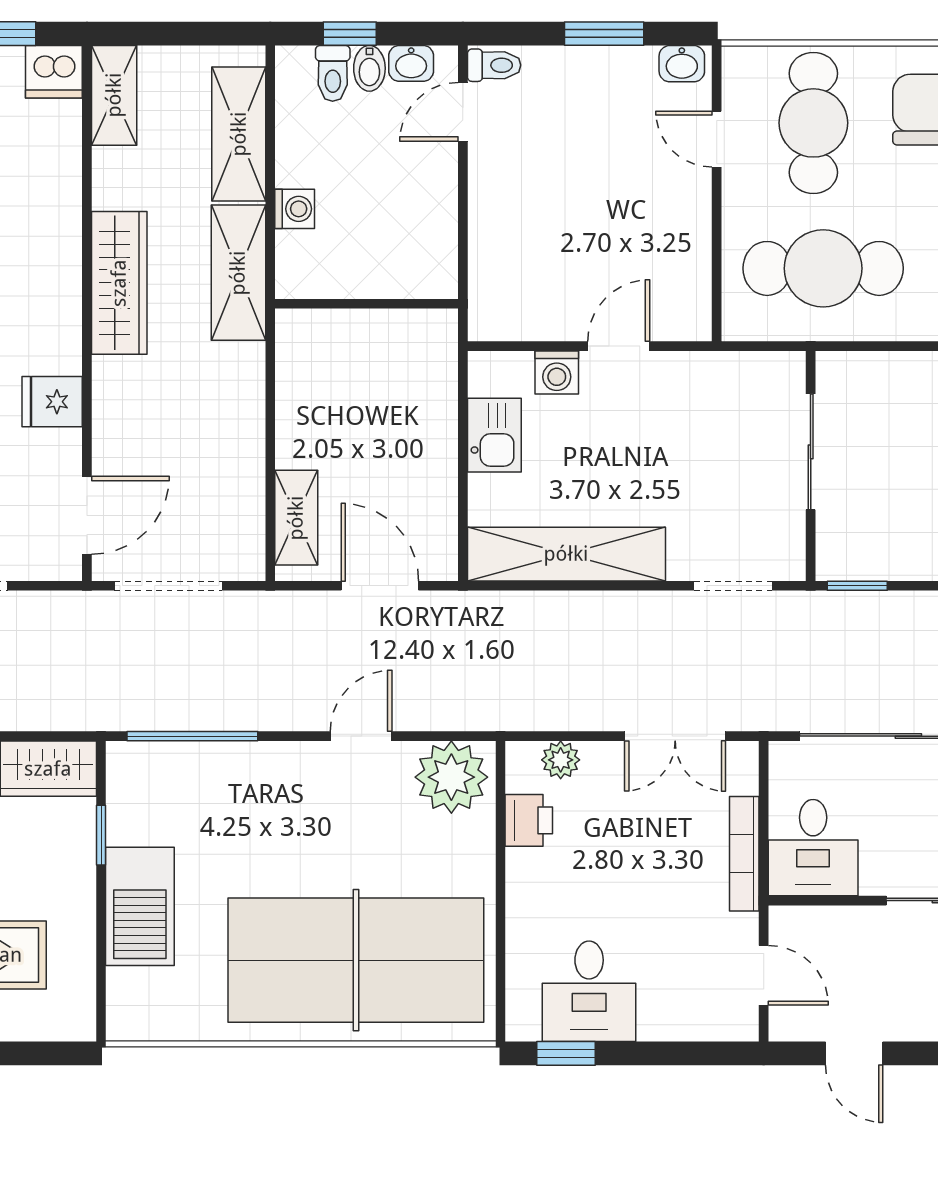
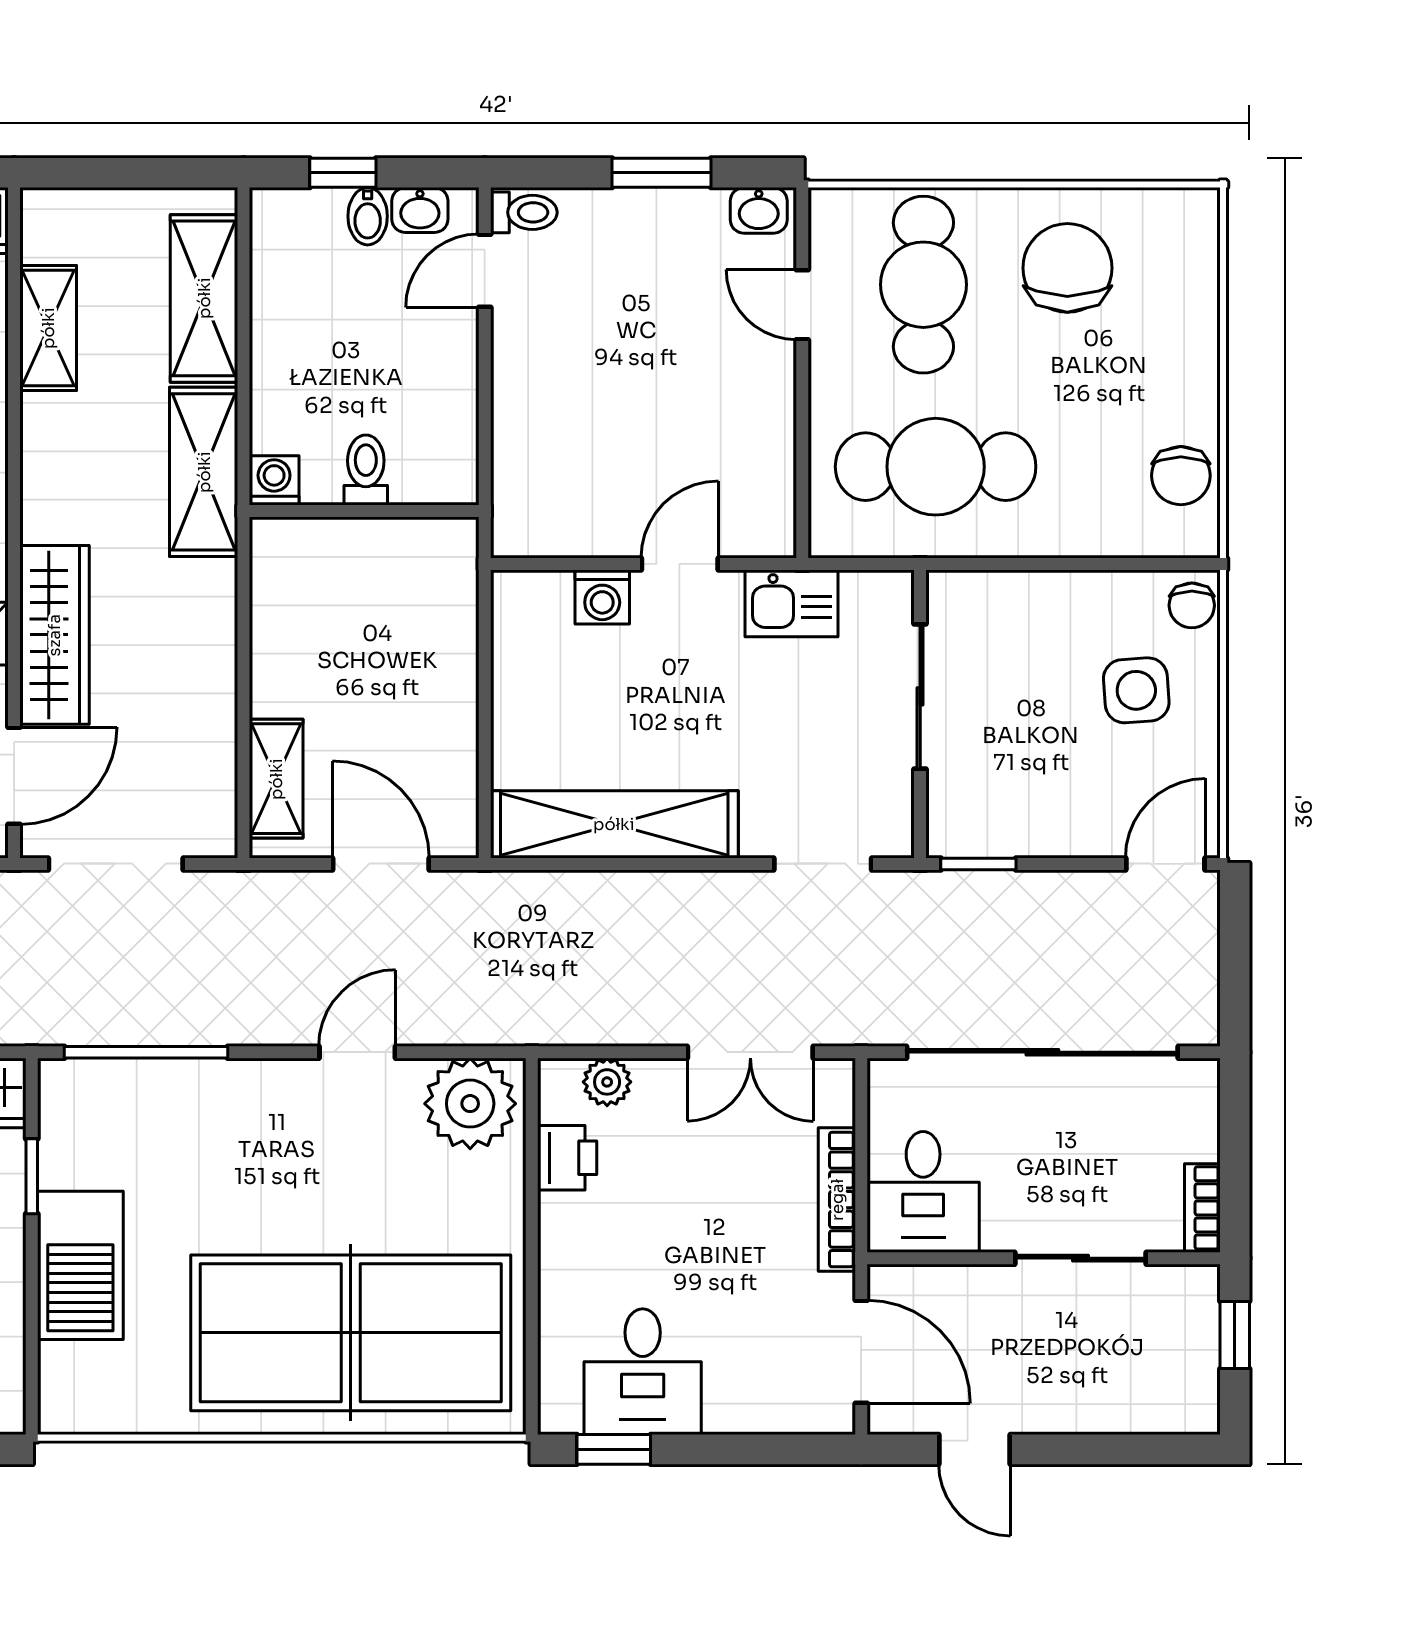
toilet: (333, 73) -> (366, 470), moved, turned 180
shelving: (114, 95) -> (48, 328), moved
washing machine: (295, 209) -> (274, 480), moved, turned -90
wardrobe: (119, 283) -> (54, 635), moved
kitchen sink: (494, 435) -> (792, 603), moved, turned 90
door: (764, 975) -> (861, 1352), width x1.38

